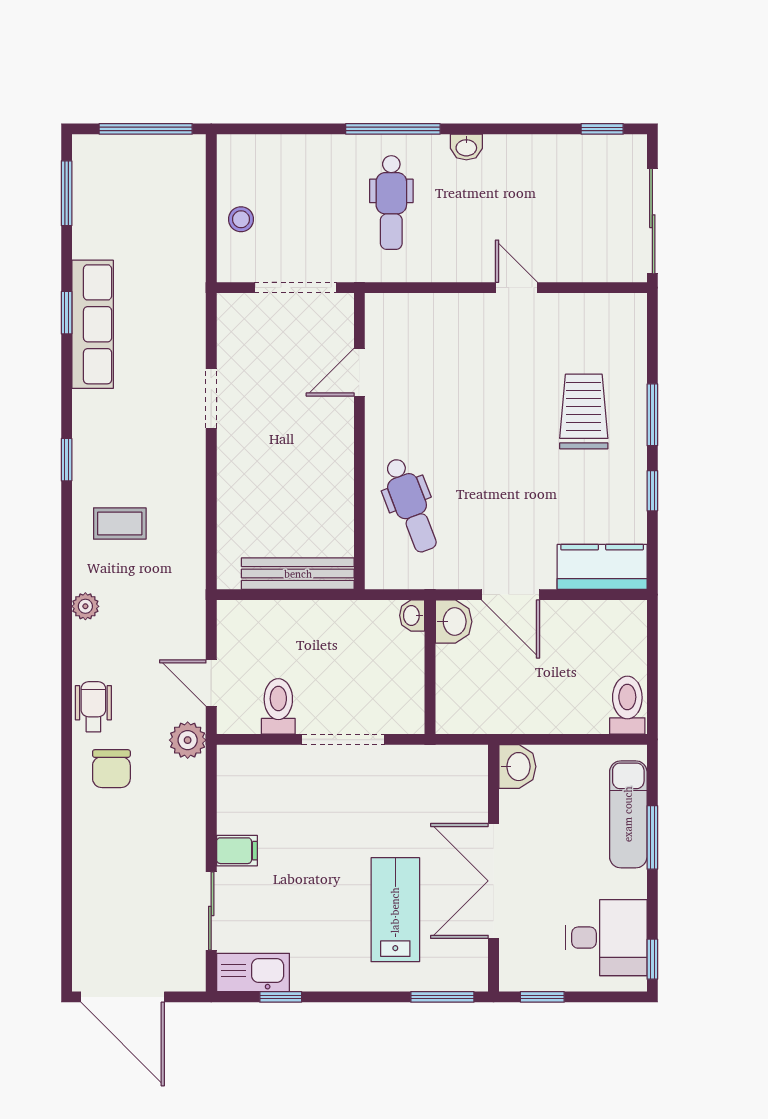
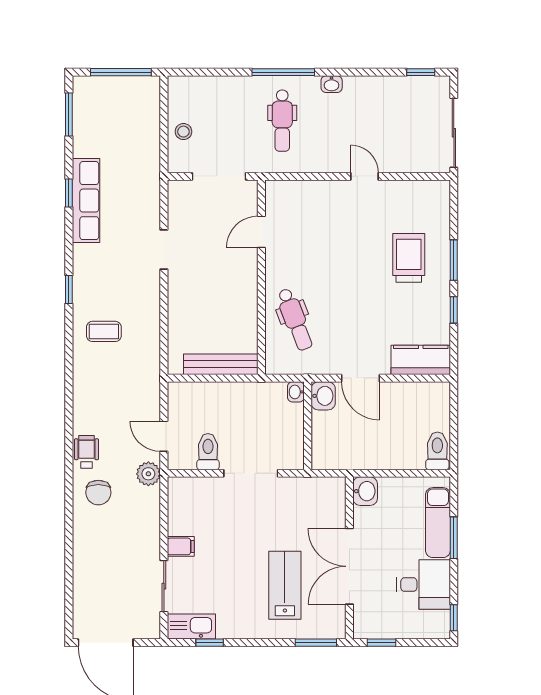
plant: (85, 606) -> (81, 386), removed
desk: (606, 938) -> (423, 585), moved

